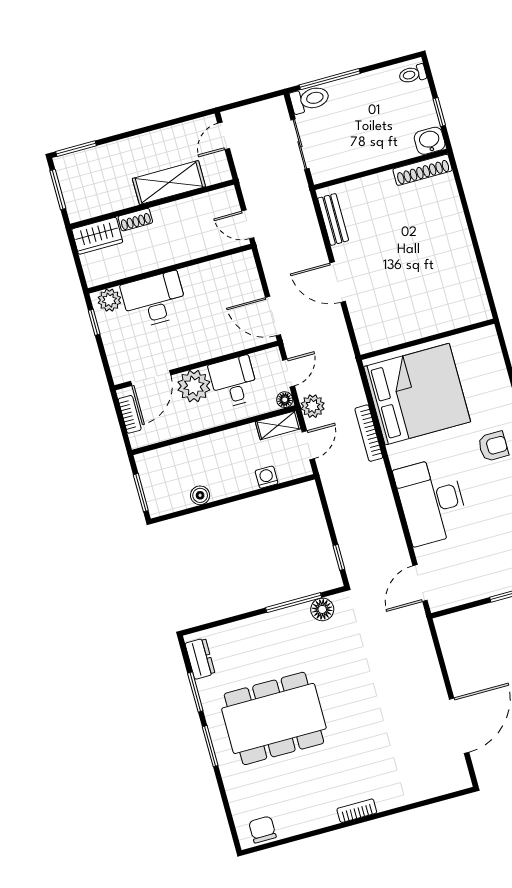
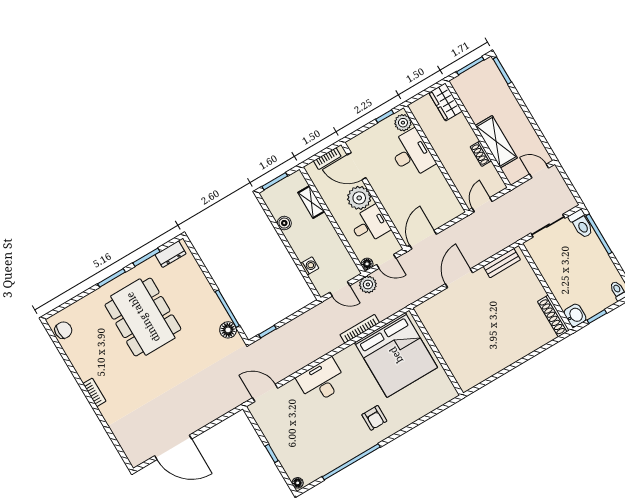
shoe rack: (135, 220) -> (481, 154), moved
shelving: (278, 425) -> (311, 202), moved
desk: (431, 501) -> (322, 381), width x0.73, depth x0.77

